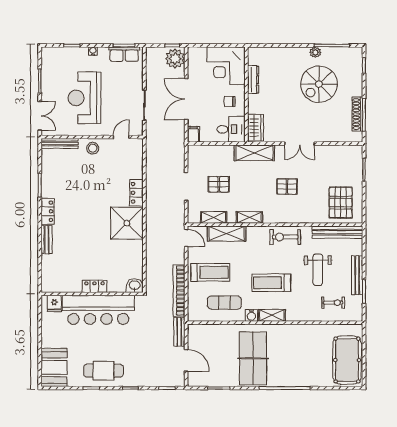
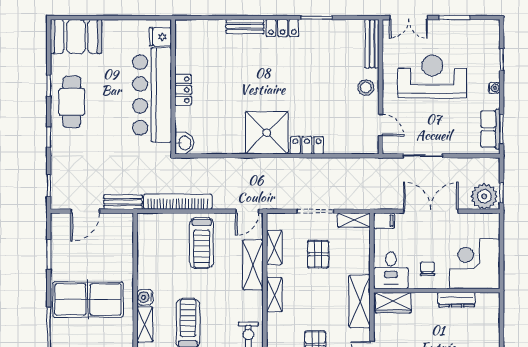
shelving: (193, 157) -> (354, 220), added
exercise mat: (224, 303) -> (162, 262), removed

